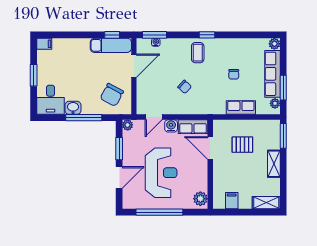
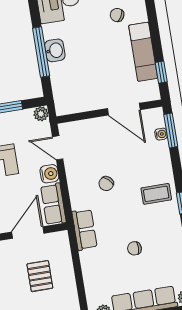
exam couch: (111, 45) -> (143, 52), moved
chair: (112, 95) -> (117, 15), moved, width x0.54, depth x0.54
washbasin: (73, 108) -> (55, 50), moved
row of seats: (241, 108) -> (84, 230), moved

